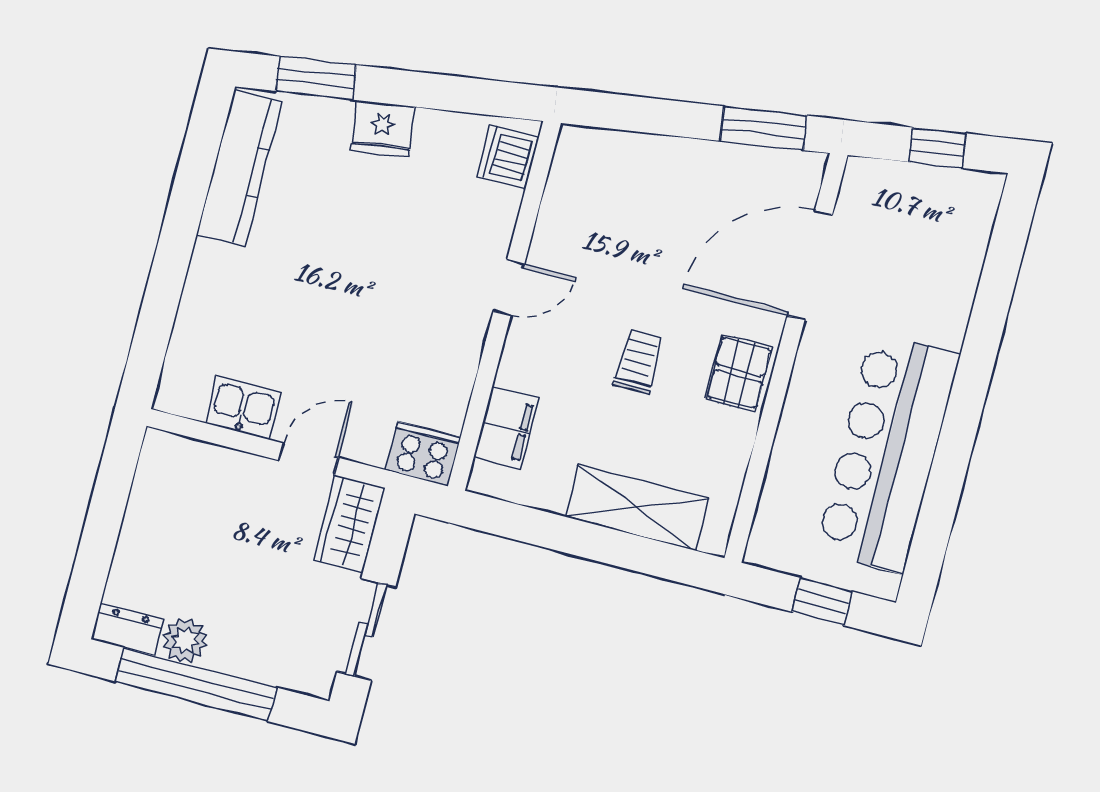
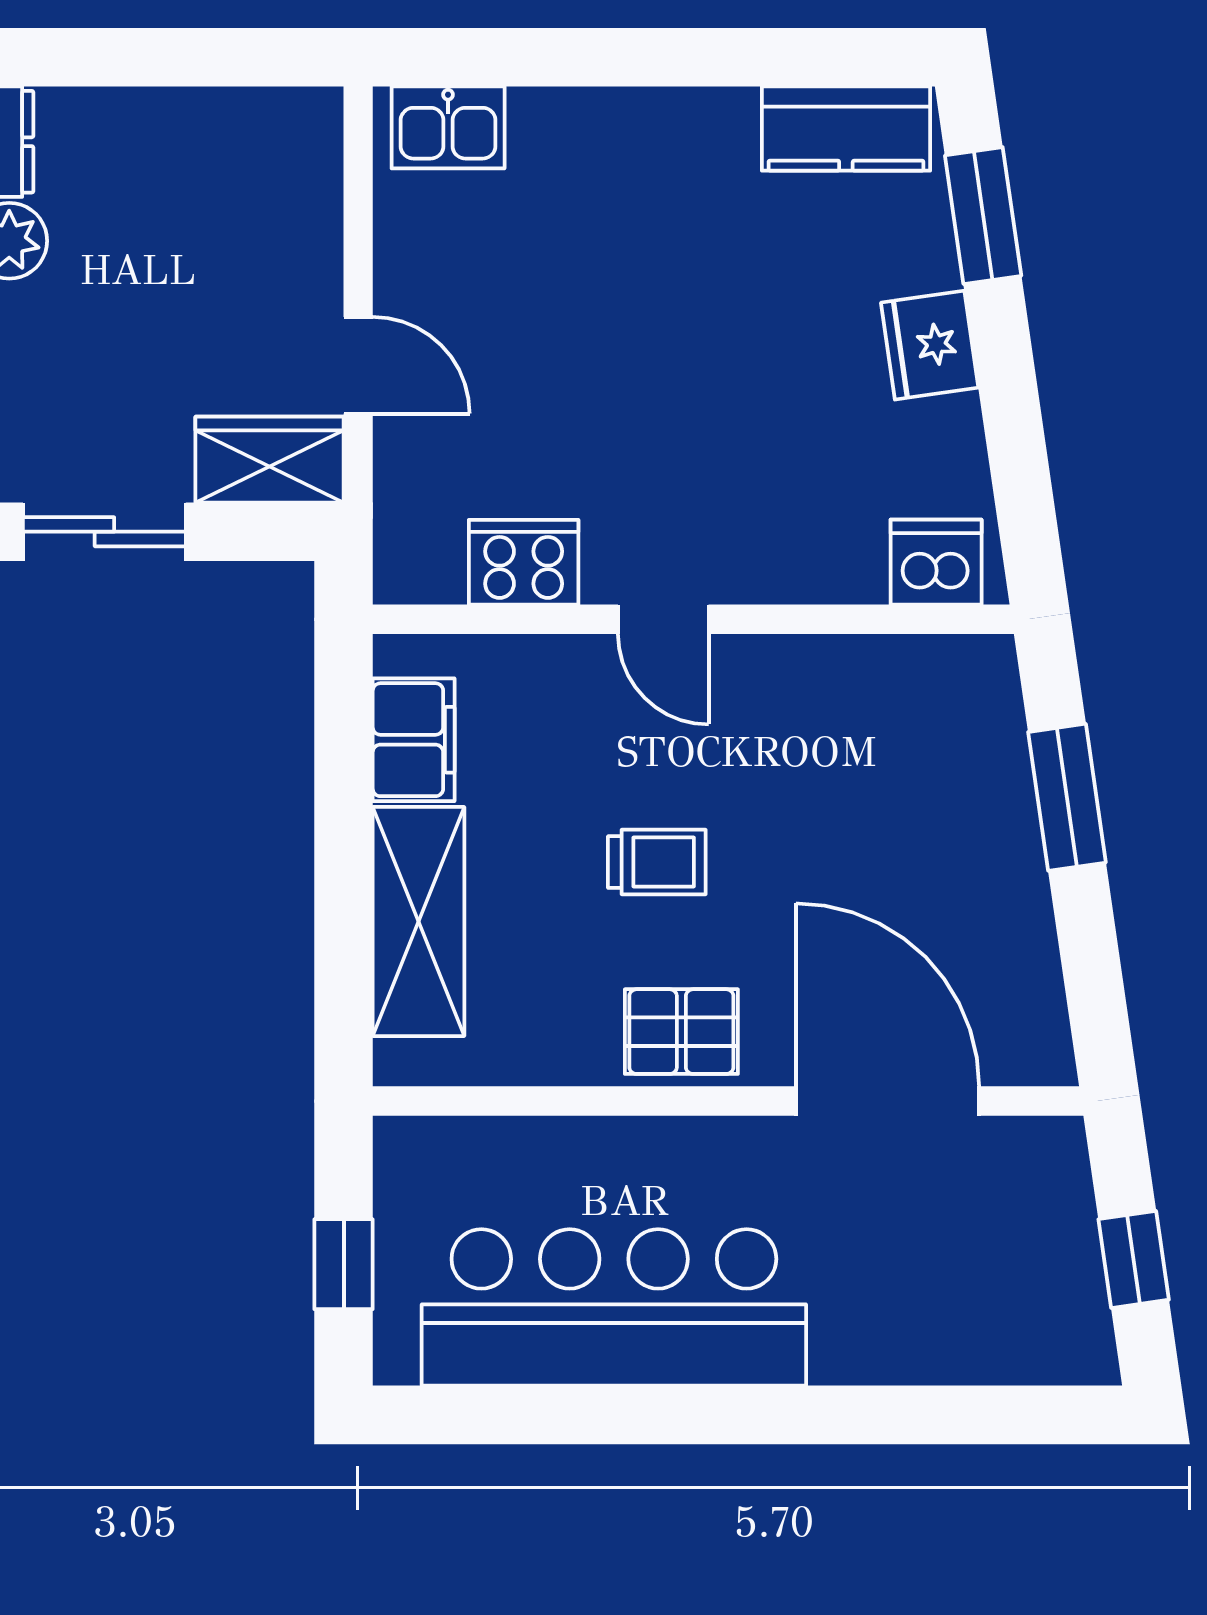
window: (764, 128) -> (1067, 797), moved
kitchen counter: (239, 168) -> (846, 129), width x0.67
door: (509, 288) -> (663, 619), moved
kitchen sink: (243, 408) -> (448, 127), moved, turned 90
filing cabinet: (506, 428) -> (414, 740), moved, turned -90
cooker: (423, 454) -> (524, 562), moved, turned -90

